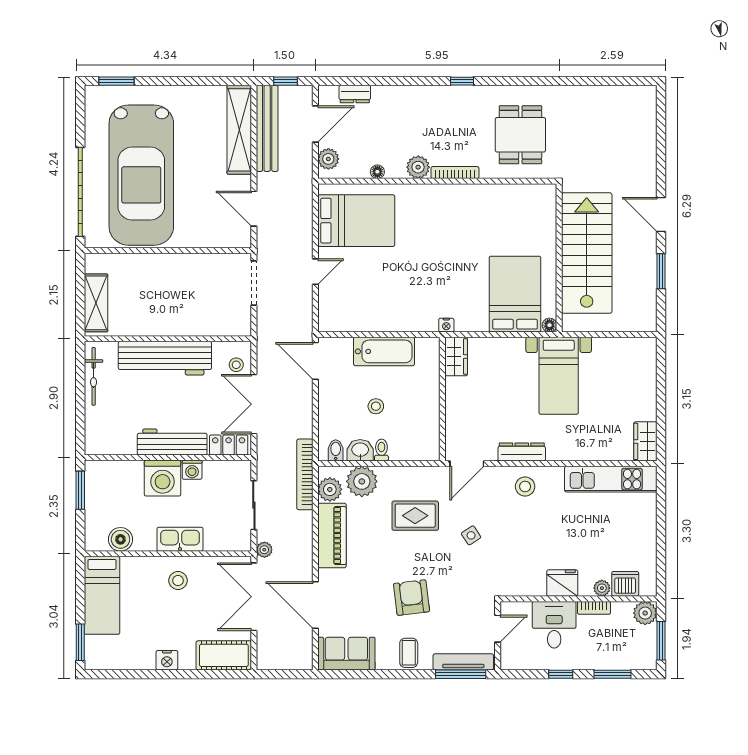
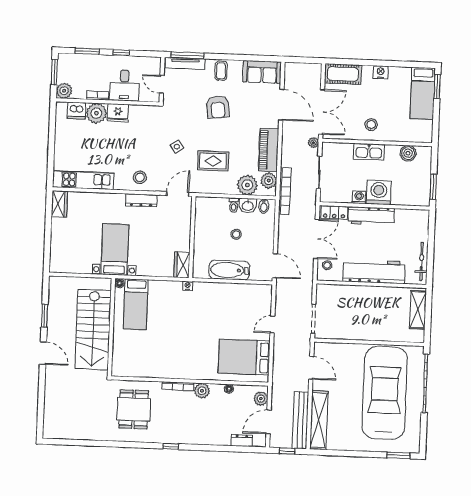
bed: (515, 294) -> (136, 304), width x0.67
plant: (602, 588) -> (96, 113), width x1.87, depth x1.87
bed: (102, 595) -> (423, 93), moved, turned 180
door: (498, 629) -> (162, 84), hinge flipped

